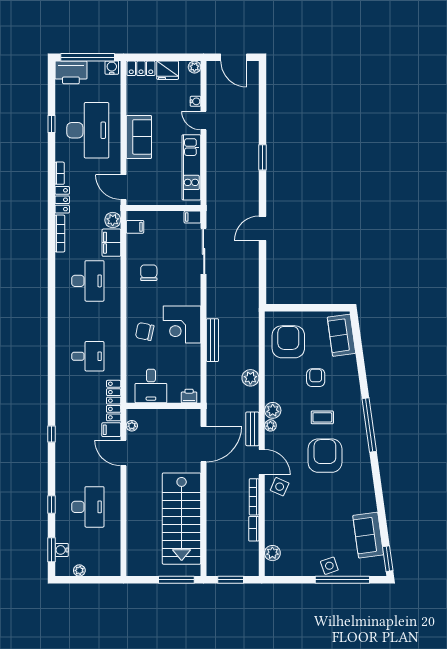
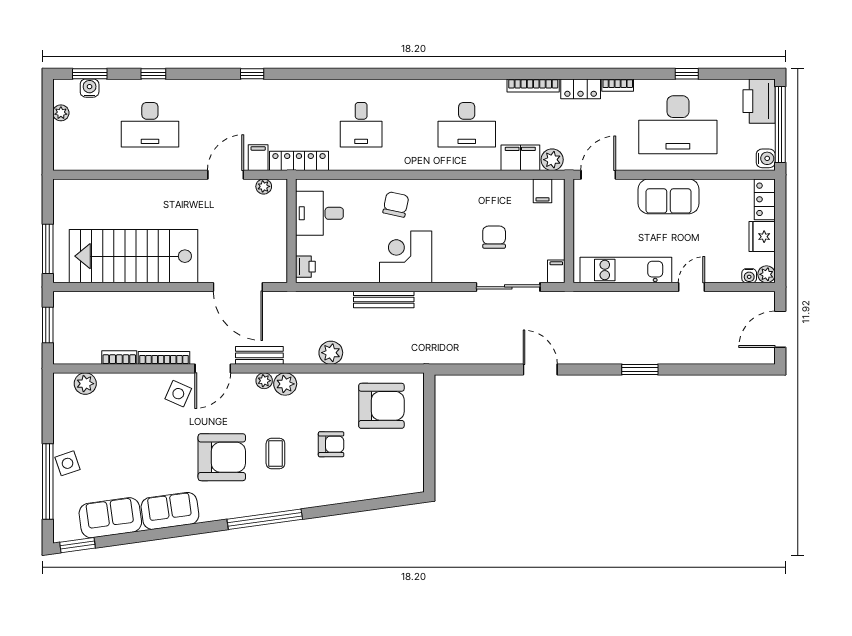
water cooler: (195, 101) -> (749, 276), moved
chair: (149, 273) -> (494, 237), moved, turned -90
sofa: (342, 335) -> (170, 511), moved

